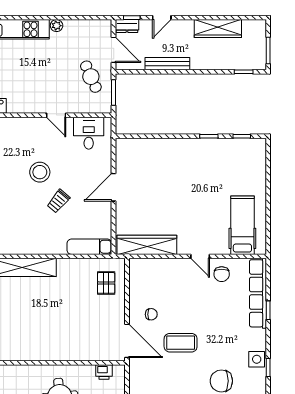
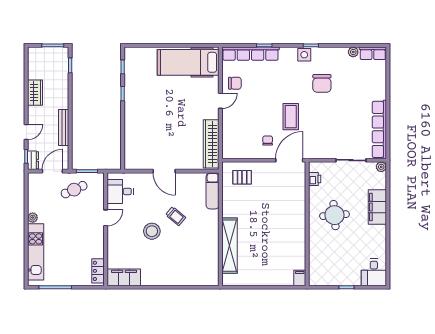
door: (162, 18) -> (26, 132), hinge flipped
wardrobe: (218, 29) -> (35, 93), width x0.67
hospital bed: (242, 225) -> (188, 62), width x1.37, depth x1.29

